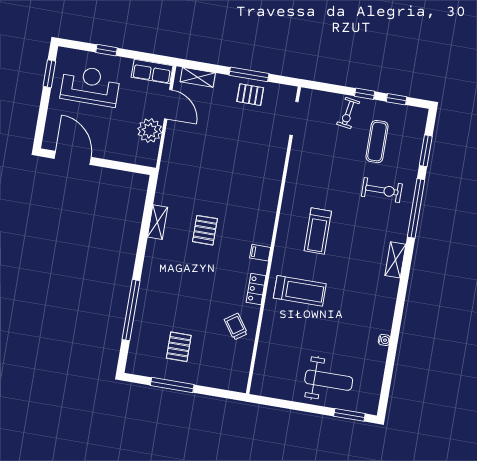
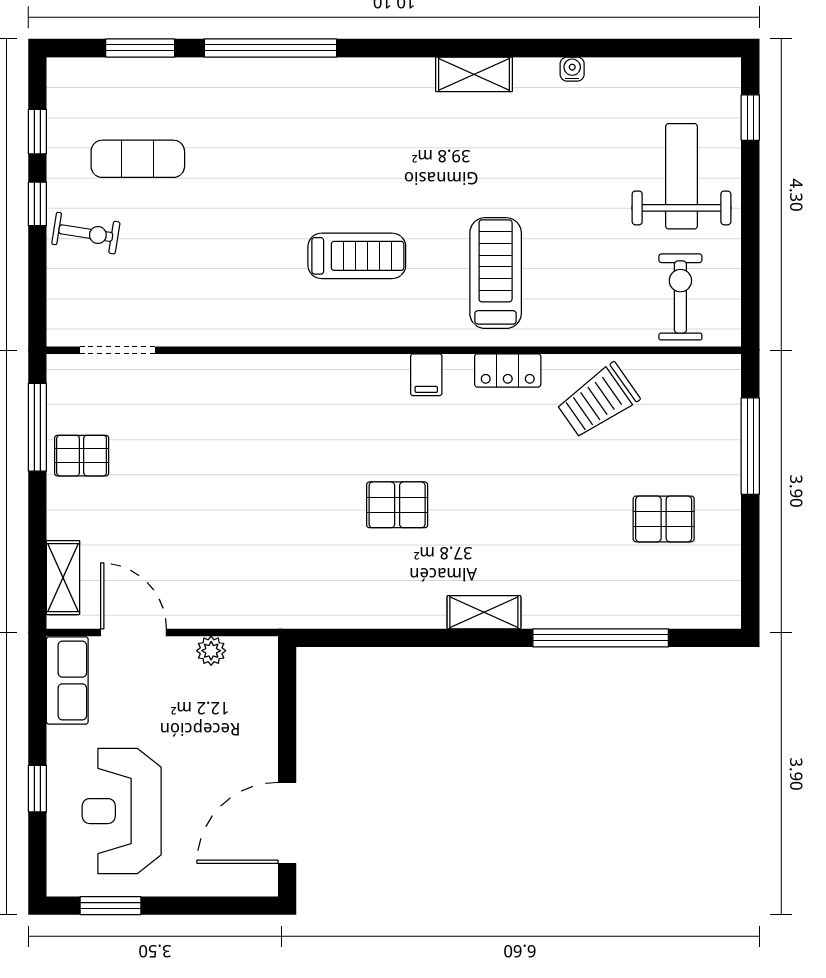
window: (249, 74) -> (37, 427), moved
pallet: (250, 95) -> (82, 456), turned 90
door: (168, 104) -> (133, 632), hinge flipped
plant: (150, 131) -> (211, 651), width x0.53, depth x0.53
exercise bike: (382, 190) -> (680, 297), moved
shelving: (158, 222) -> (484, 612), moved
shelving: (395, 260) -> (474, 74), moved
trolley: (236, 327) -> (598, 401), width x1.36, depth x1.39
window: (172, 385) -> (750, 446), moved
window: (349, 415) -> (750, 118), width x0.67

